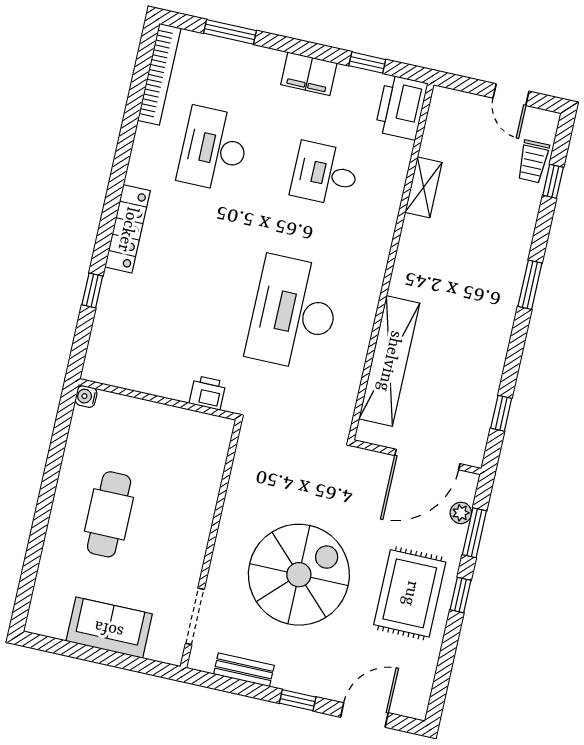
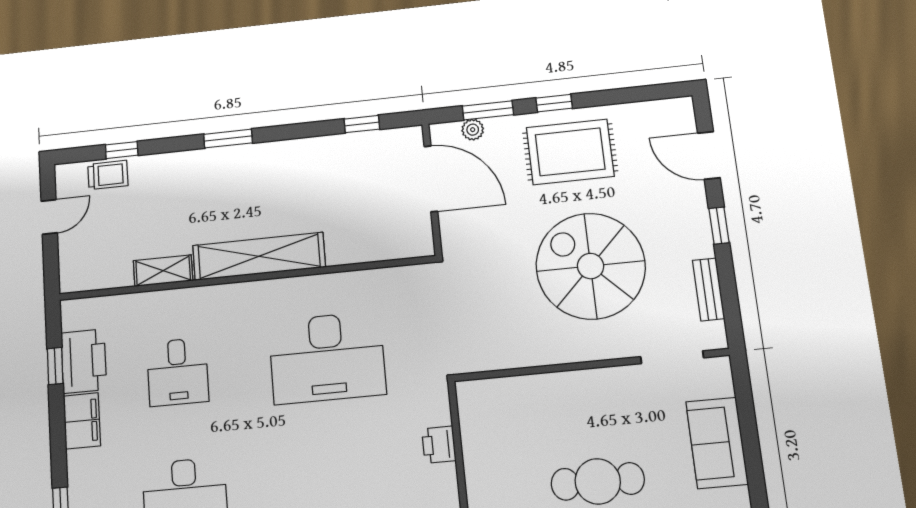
printer: (401, 107) -> (84, 361), moved, turned -90
shelving: (389, 361) -> (259, 256), moved
printer: (207, 393) -> (439, 445), moved

